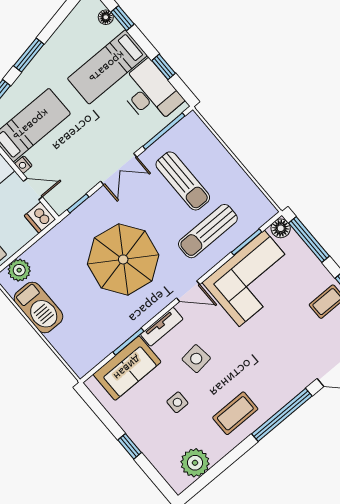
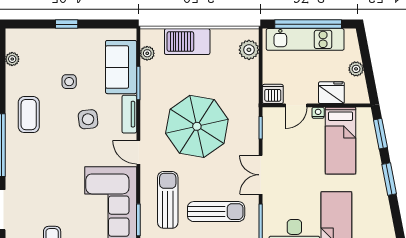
sun lounger: (183, 181) -> (216, 212), turned 180
door: (188, 291) -> (138, 152), hinge flipped
barbecue: (38, 307) -> (187, 42), moved
plant: (96, 355) -> (147, 53), added
plant: (195, 463) -> (12, 59), width x0.53, depth x0.53

